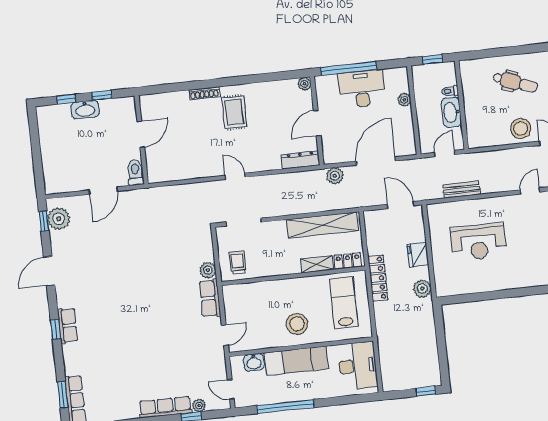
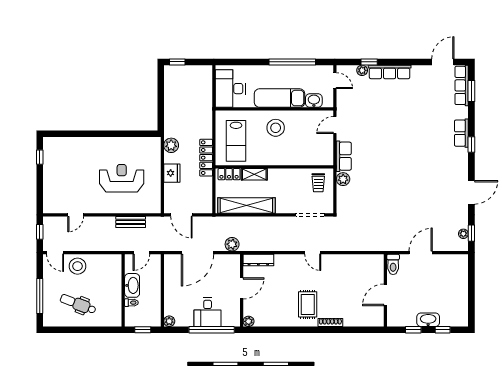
desk: (362, 89) -> (208, 312), width x0.73
plant: (404, 100) -> (169, 321), moved
plant: (59, 219) -> (463, 234), width x0.53, depth x0.53
row of seats: (68, 325) -> (461, 133), moved

